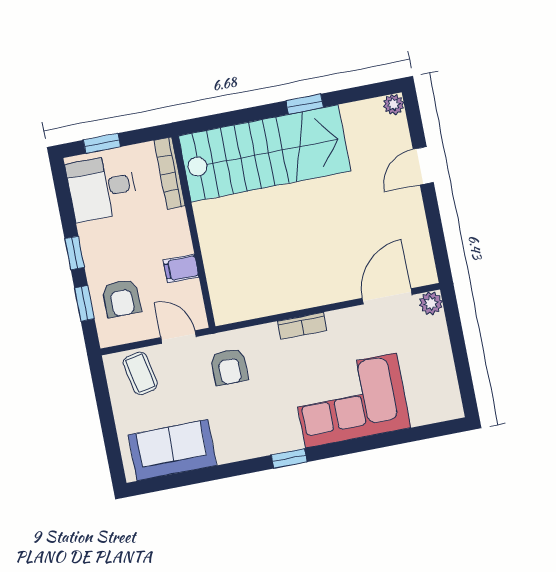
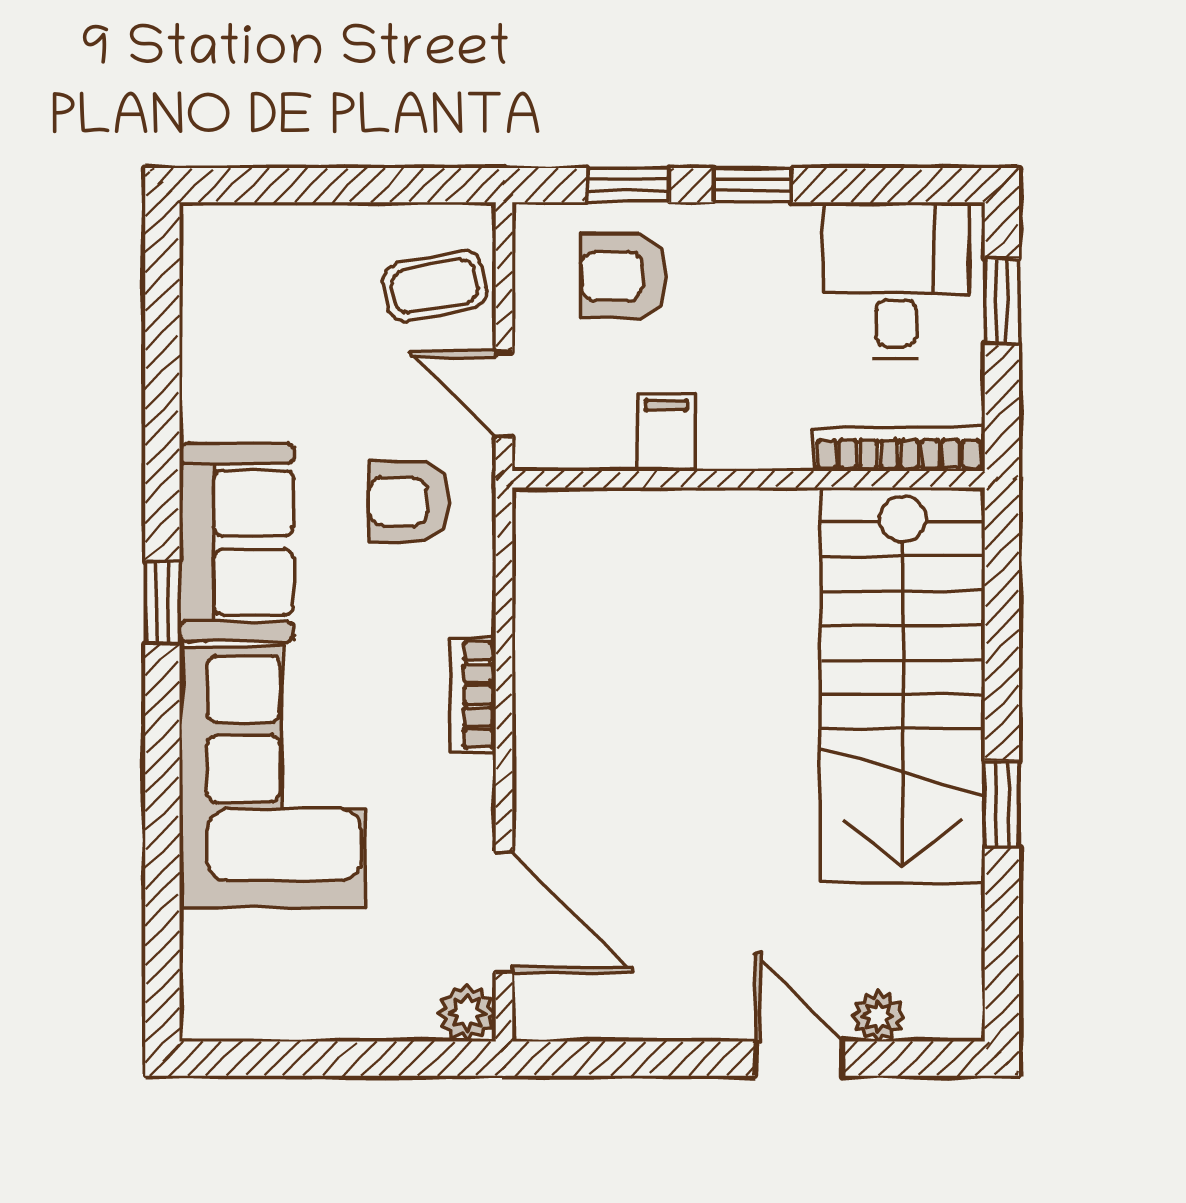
plant: (394, 105) -> (878, 1016), moved
door: (179, 337) -> (504, 394), swing flipped
sofa: (172, 450) -> (236, 543), moved

